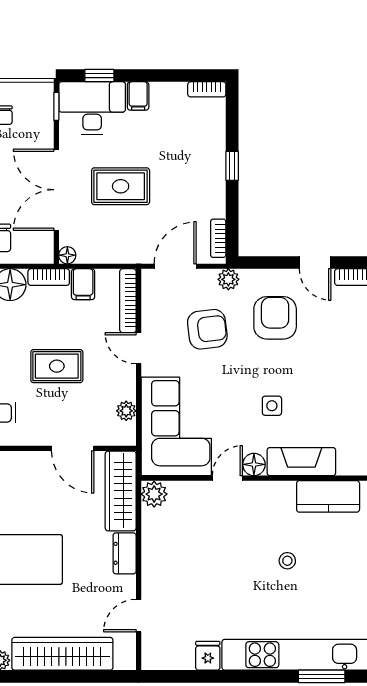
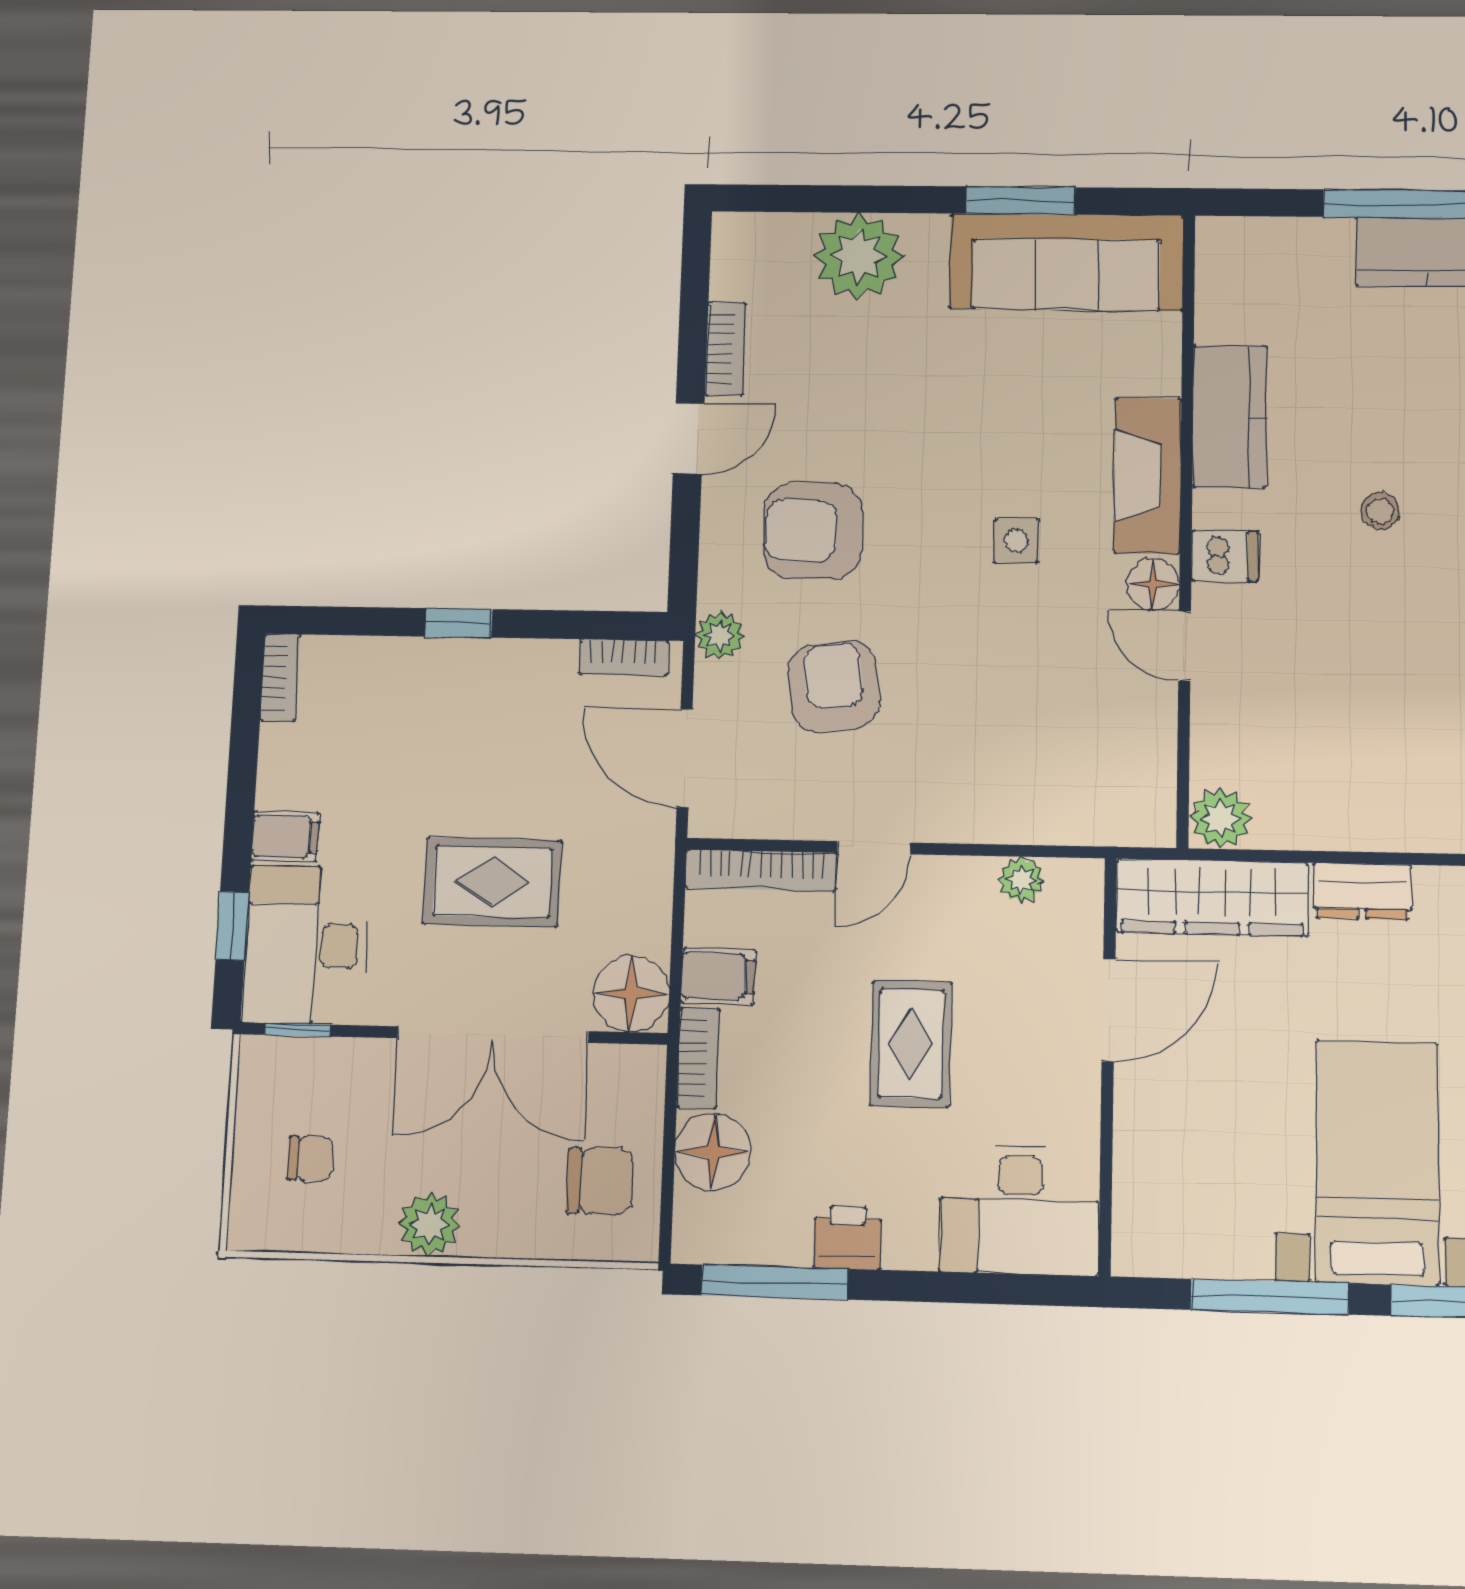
rug: (121, 186) -> (492, 882), turned 90
floor lamp: (67, 255) -> (631, 994), width x1.89, depth x1.89
corner sofa: (176, 426) -> (1061, 763), removed
dishwasher: (267, 495) -> (1225, 556), added

